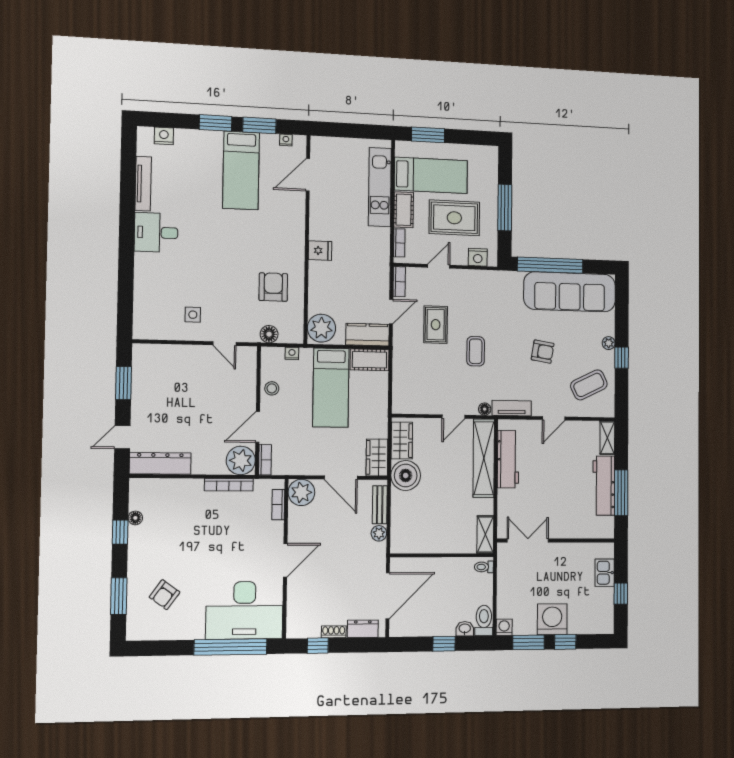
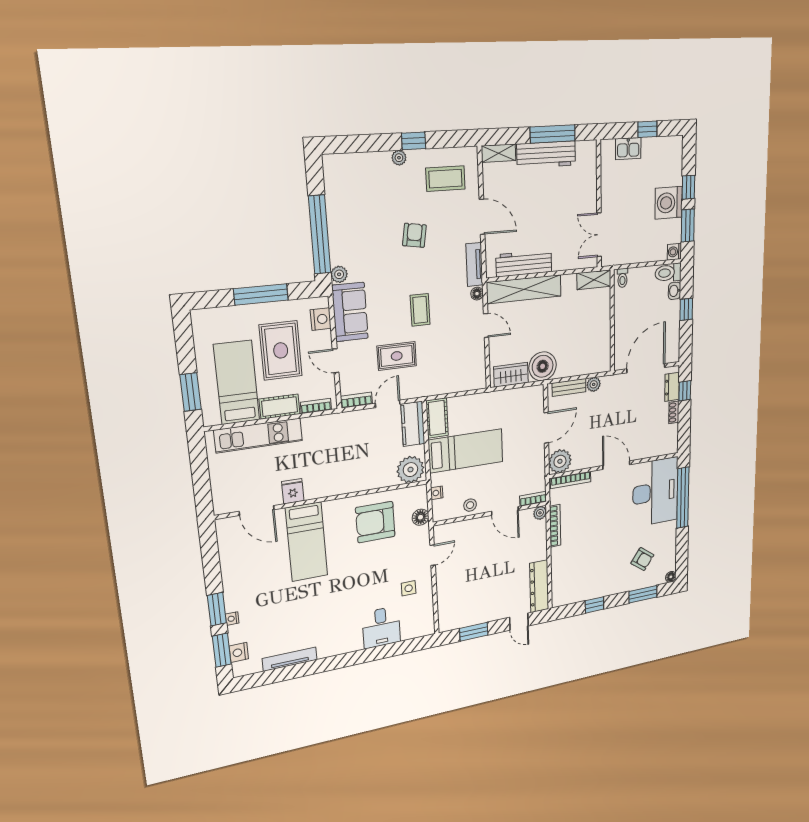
window: (259, 125) -> (222, 650), moved
nightstand: (286, 140) -> (232, 619), moved
bed: (241, 170) -> (307, 542), moved, turned 90
desk: (156, 232) -> (381, 627), moved
fridge: (320, 251) -> (293, 491), moved
plant: (515, 278) -> (339, 274), added
armchair: (273, 287) -> (375, 522), width x1.36, depth x1.36
sofa: (570, 292) -> (350, 312), moved, width x0.54, depth x0.79
door: (391, 312) -> (388, 404), hinge flipped
coffee table: (476, 351) -> (420, 310), turned 90
coffee table: (589, 385) -> (445, 179), turned -64
door: (554, 418) -> (482, 217), width x1.38
wardrobe: (377, 457) -> (527, 397), removed
plant: (241, 460) -> (540, 513), width x0.53, depth x0.53
bookcase: (278, 505) -> (571, 480), width x1.56
floor lamp: (135, 518) -> (671, 577), moved
door: (388, 596) -> (646, 368), hinge flipped
window: (318, 646) -> (685, 391), moved

